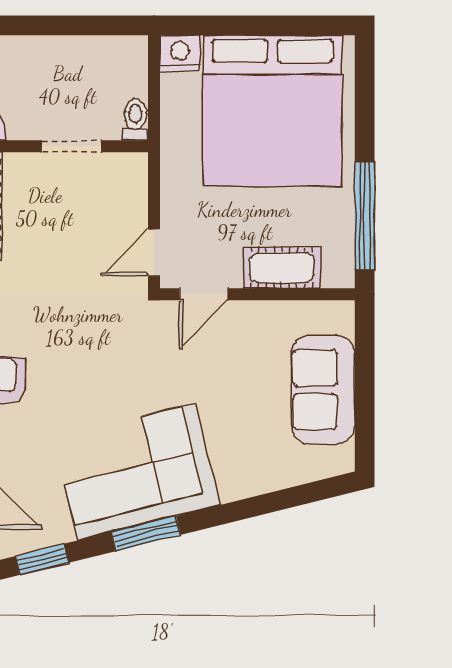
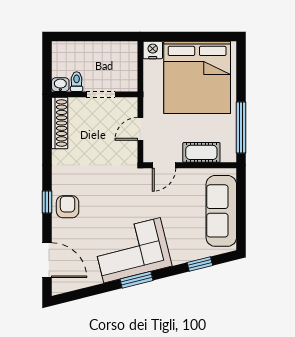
toilet: (135, 120) -> (77, 82), moved
door: (154, 253) -> (140, 129), moved
sofa: (323, 390) -> (221, 211), width x1.36
window: (42, 559) -> (200, 264), moved

